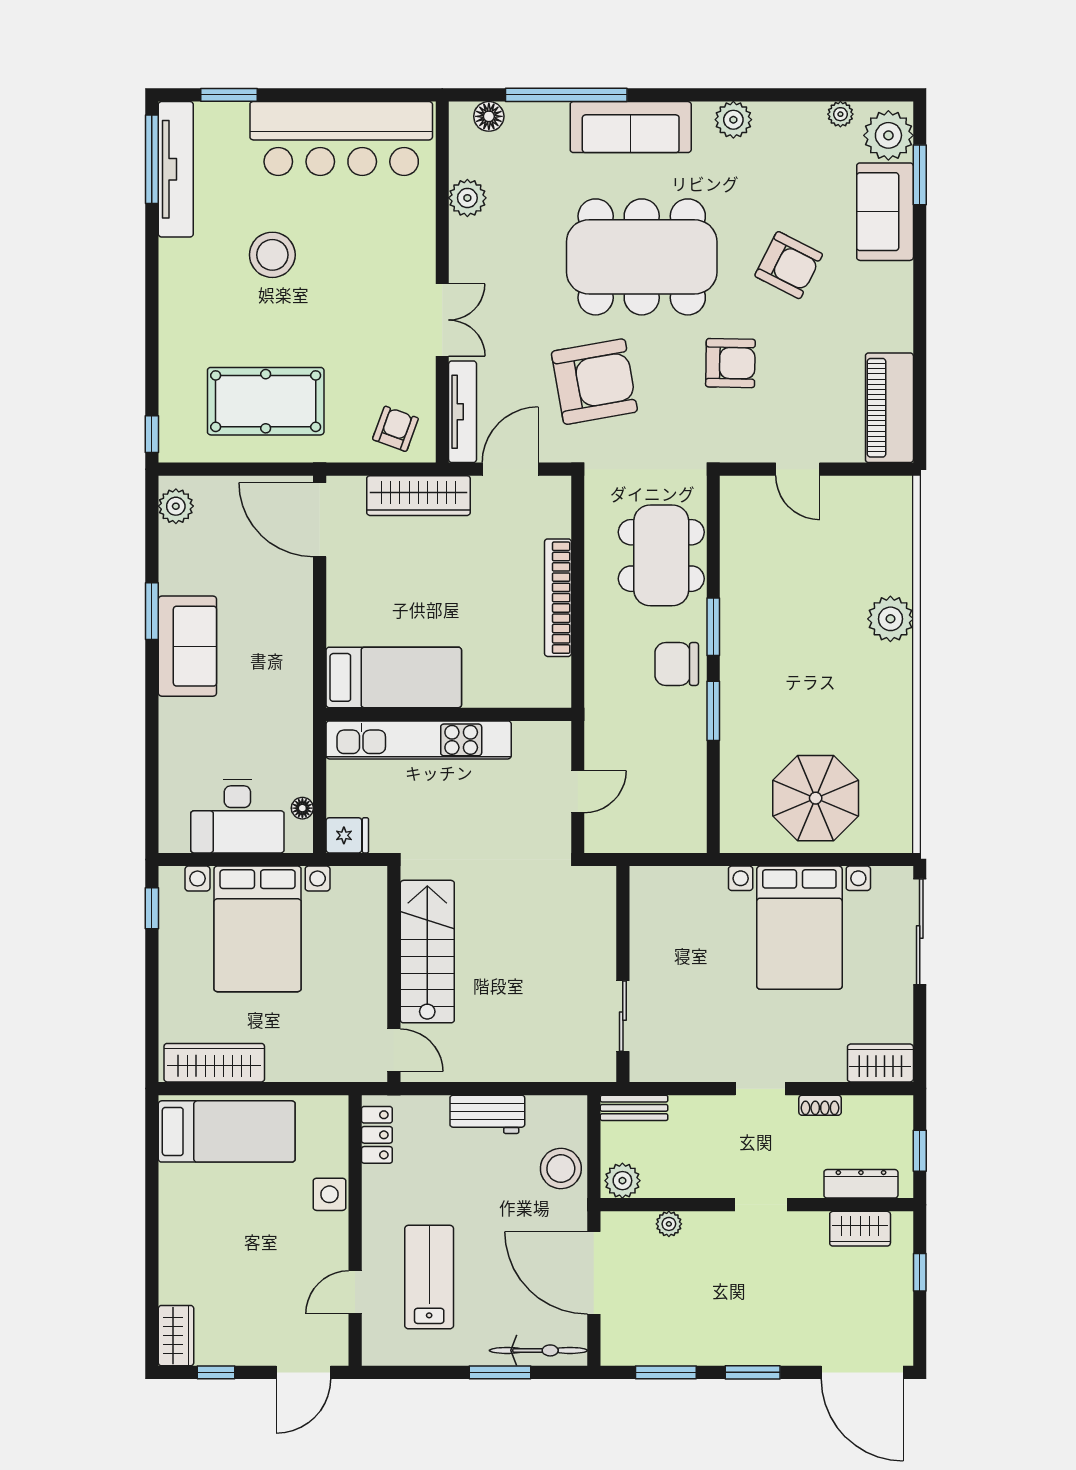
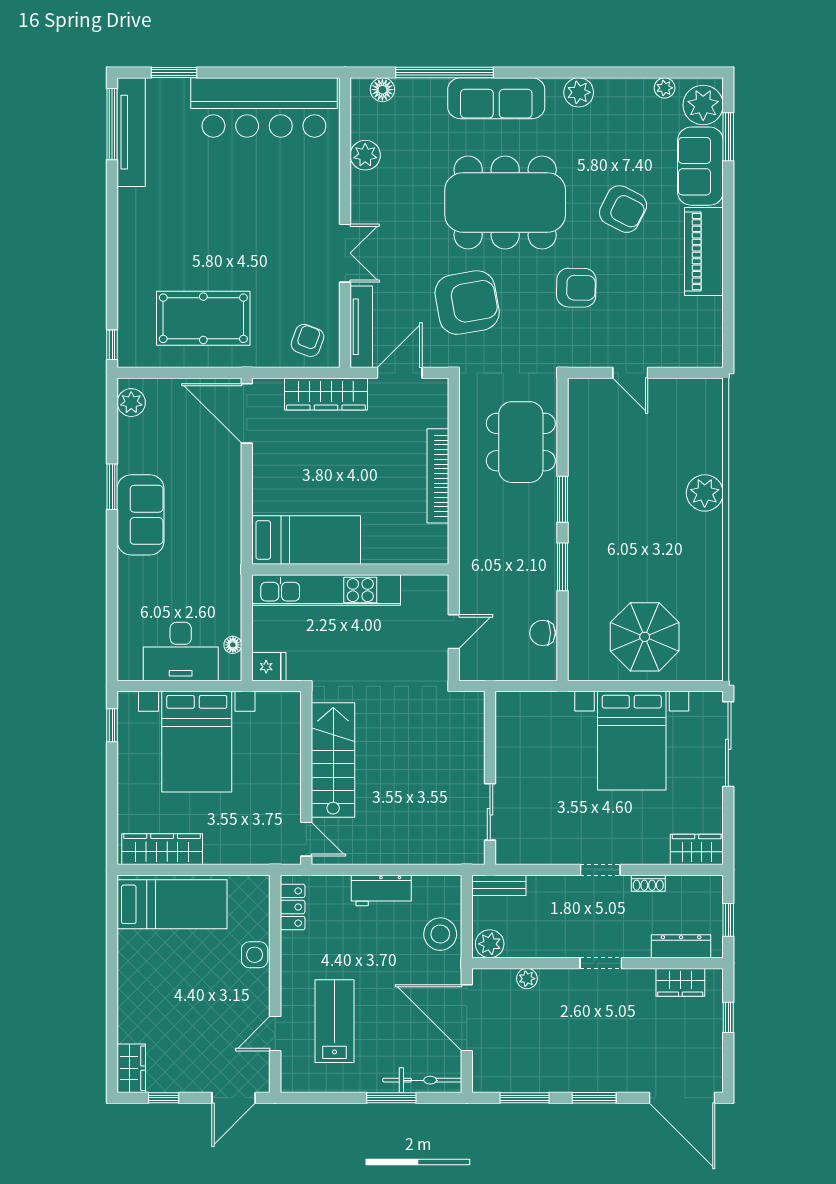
stool: (272, 255) -> (209, 201), removed
piano: (889, 408) -> (704, 252), moved
chair: (677, 664) -> (543, 633), moved, width x0.73, depth x0.73

